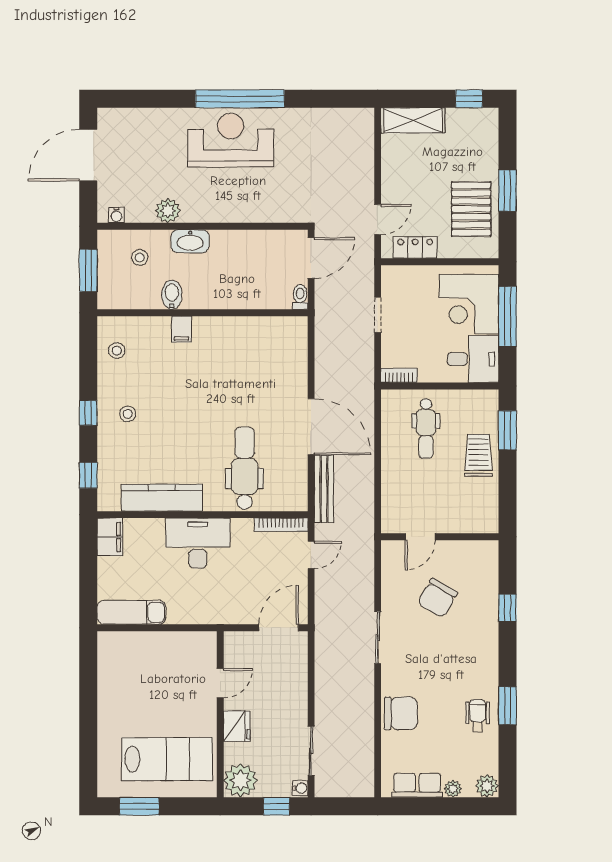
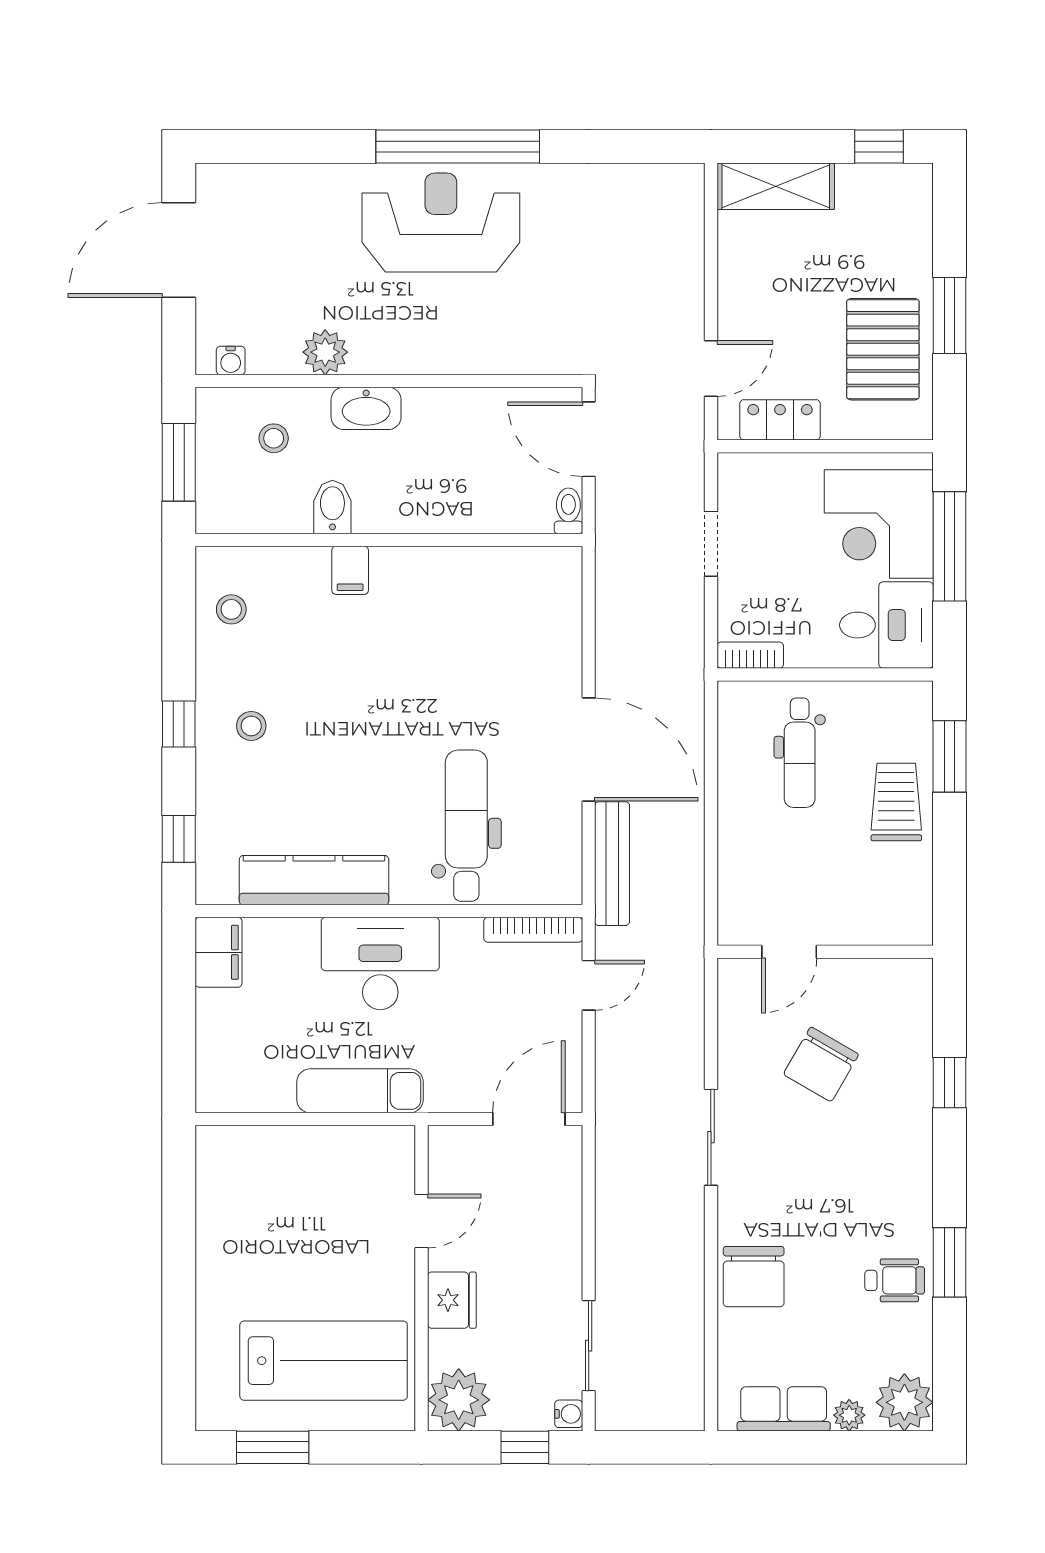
door: (311, 258) -> (589, 439), swing flipped
exam couch: (131, 612) -> (360, 1091), moved
chair: (401, 713) -> (754, 1277), turned 90
wheelchair: (478, 715) -> (895, 1280), turned 90
plant: (487, 786) -> (904, 1402), width x1.36, depth x1.36

